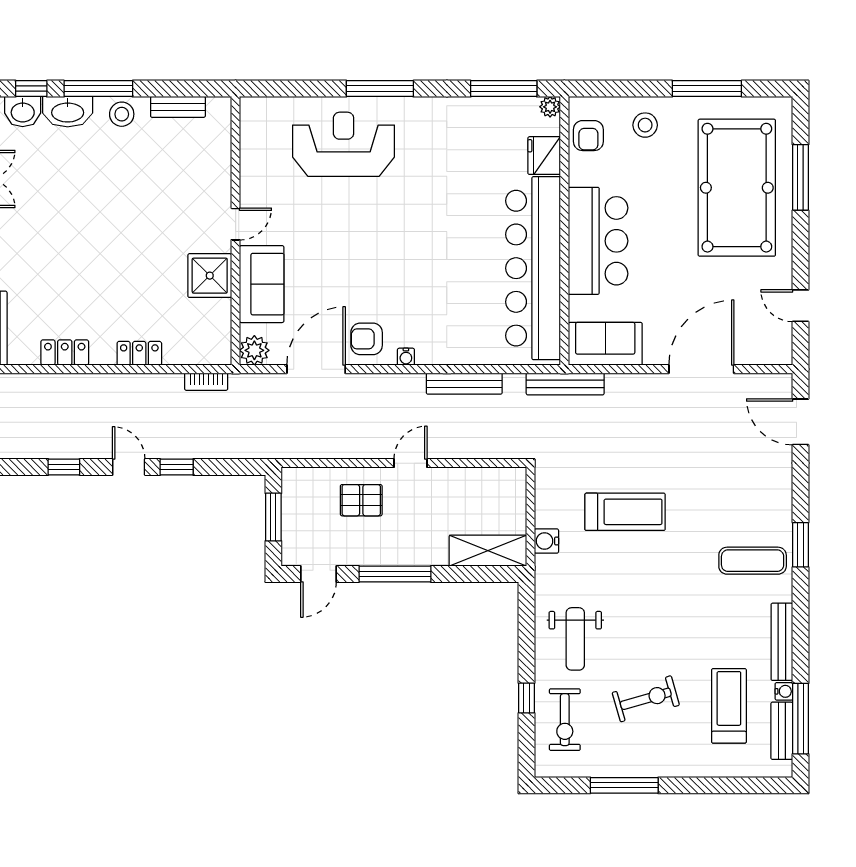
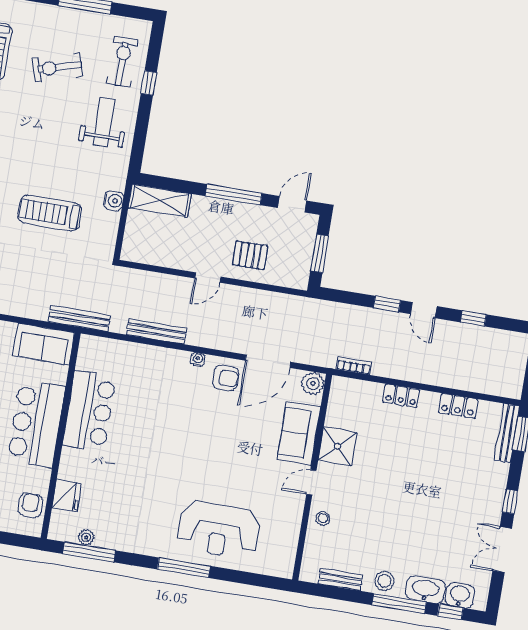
plant: (550, 107) -> (86, 537), moved
stool: (213, 181) -> (323, 518), added
bar counter: (533, 268) -> (89, 411), width x0.54

